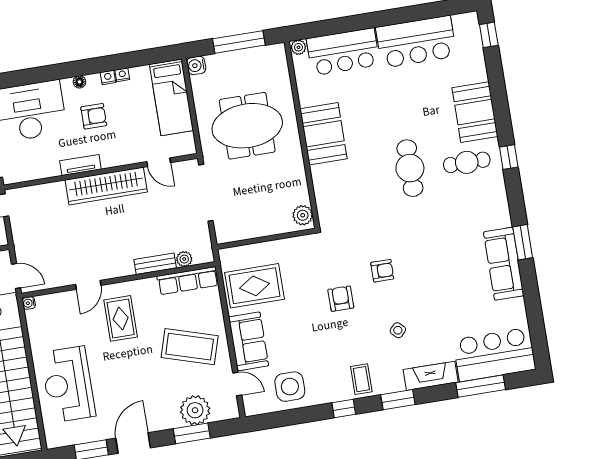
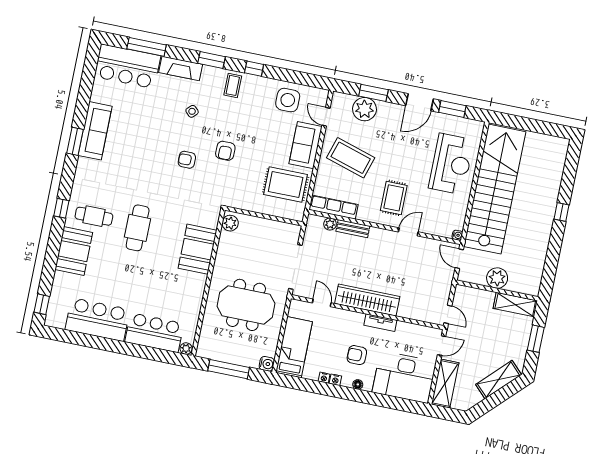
booth: (324, 134) -> (198, 249), moved

